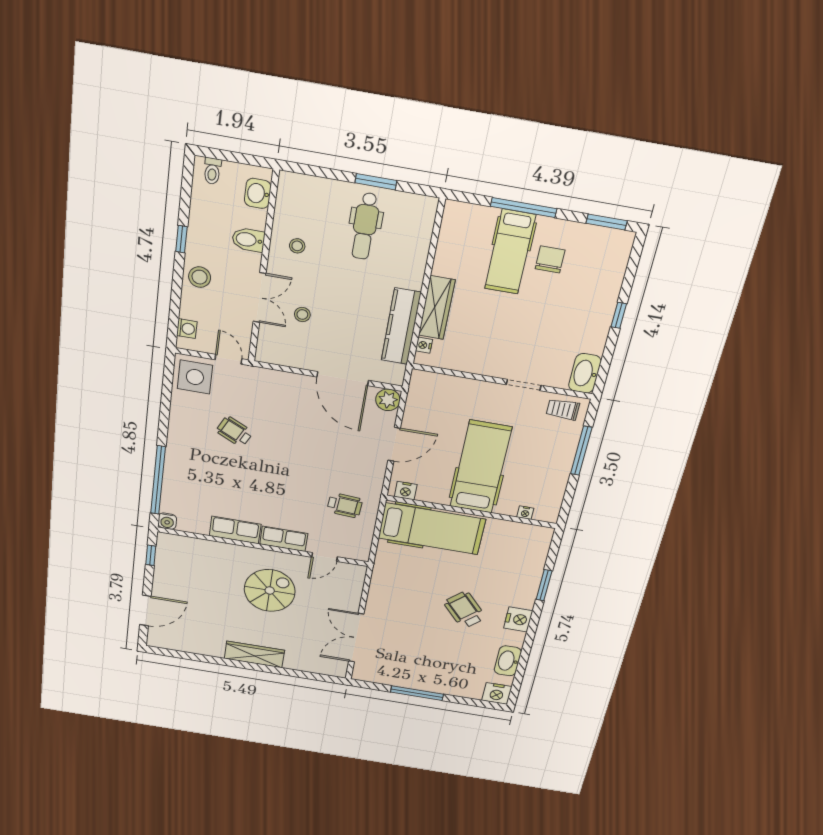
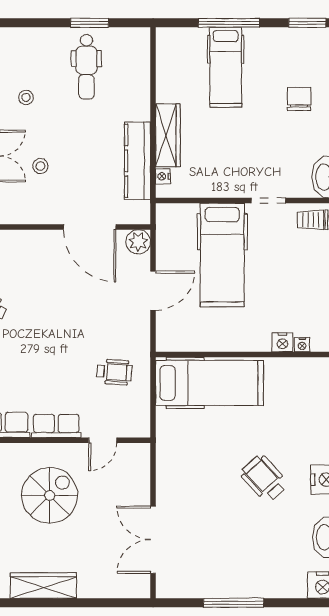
chair: (550, 259) -> (299, 99), moved
hospital bed: (481, 467) -> (222, 255), moved, turned 180
nightstand: (406, 491) -> (282, 342), moved

